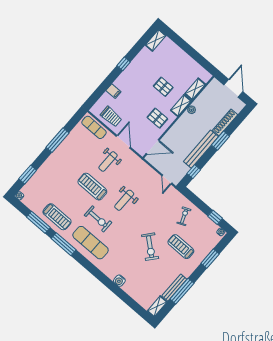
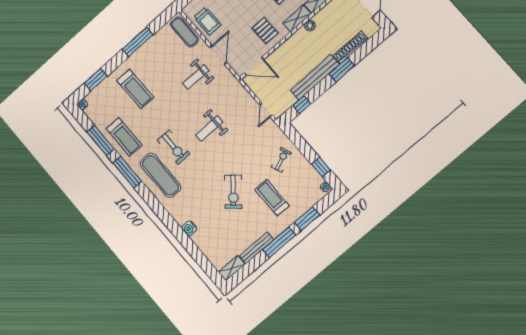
treadmill: (92, 187) -> (135, 89), moved, turned 180
window: (182, 291) -> (279, 242), moved

